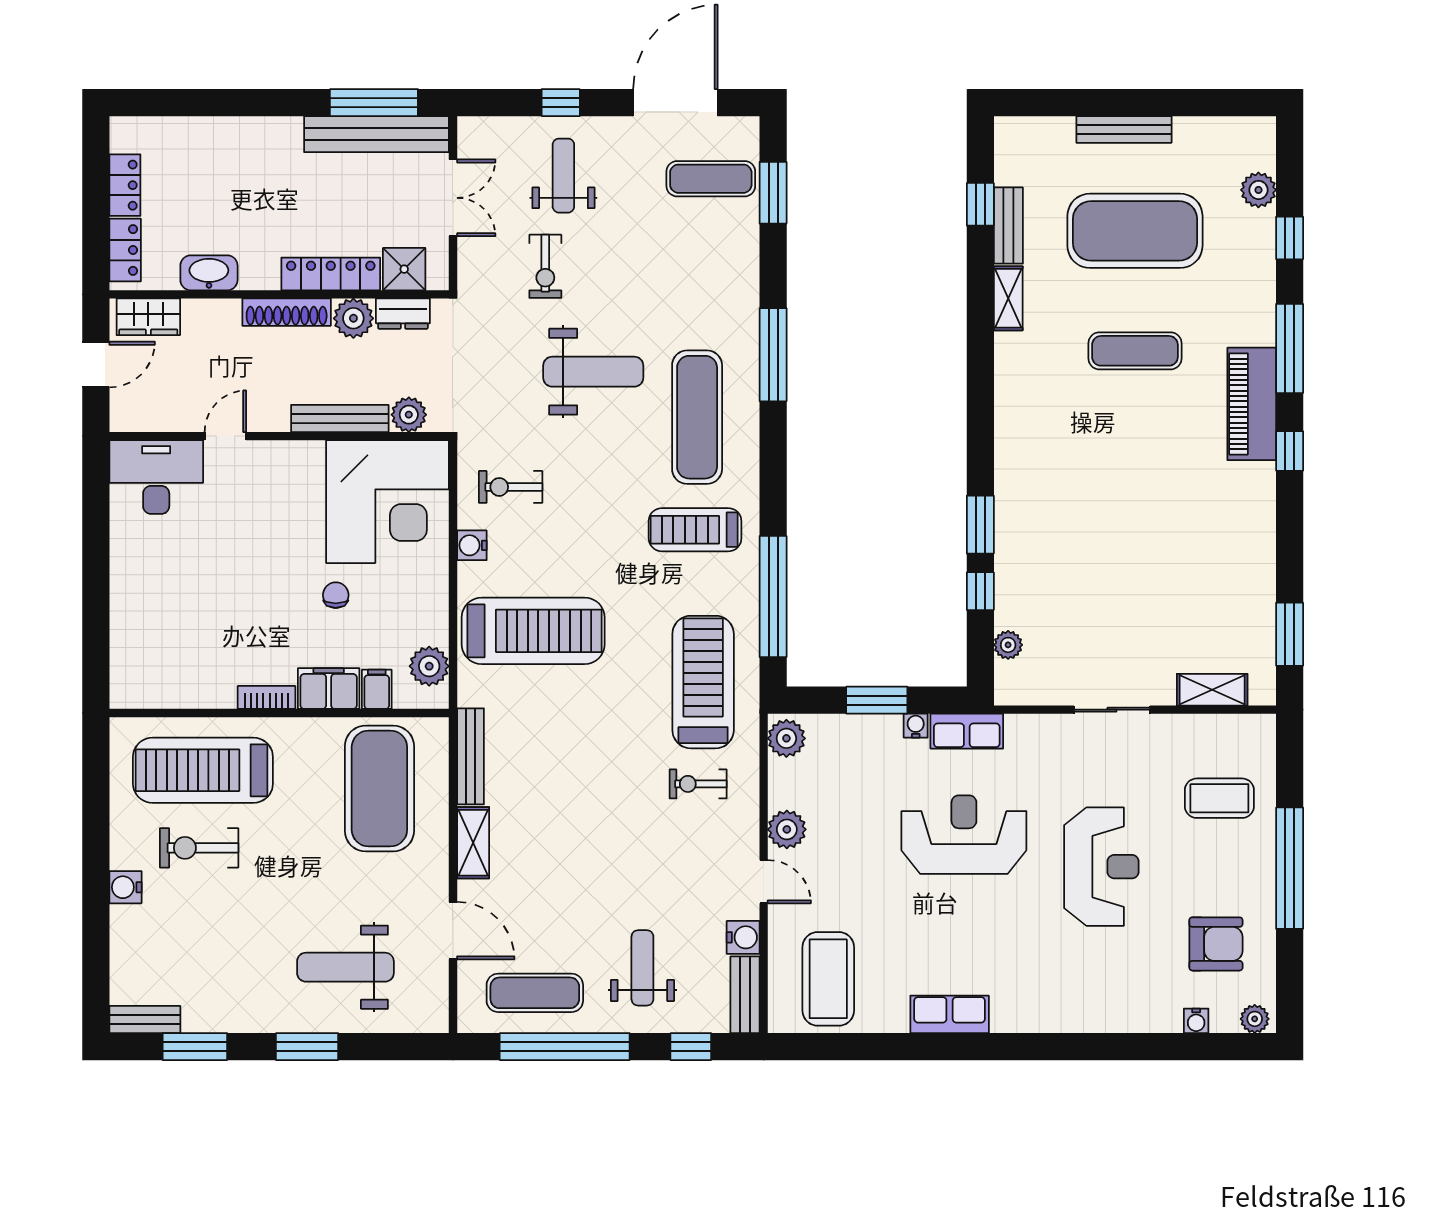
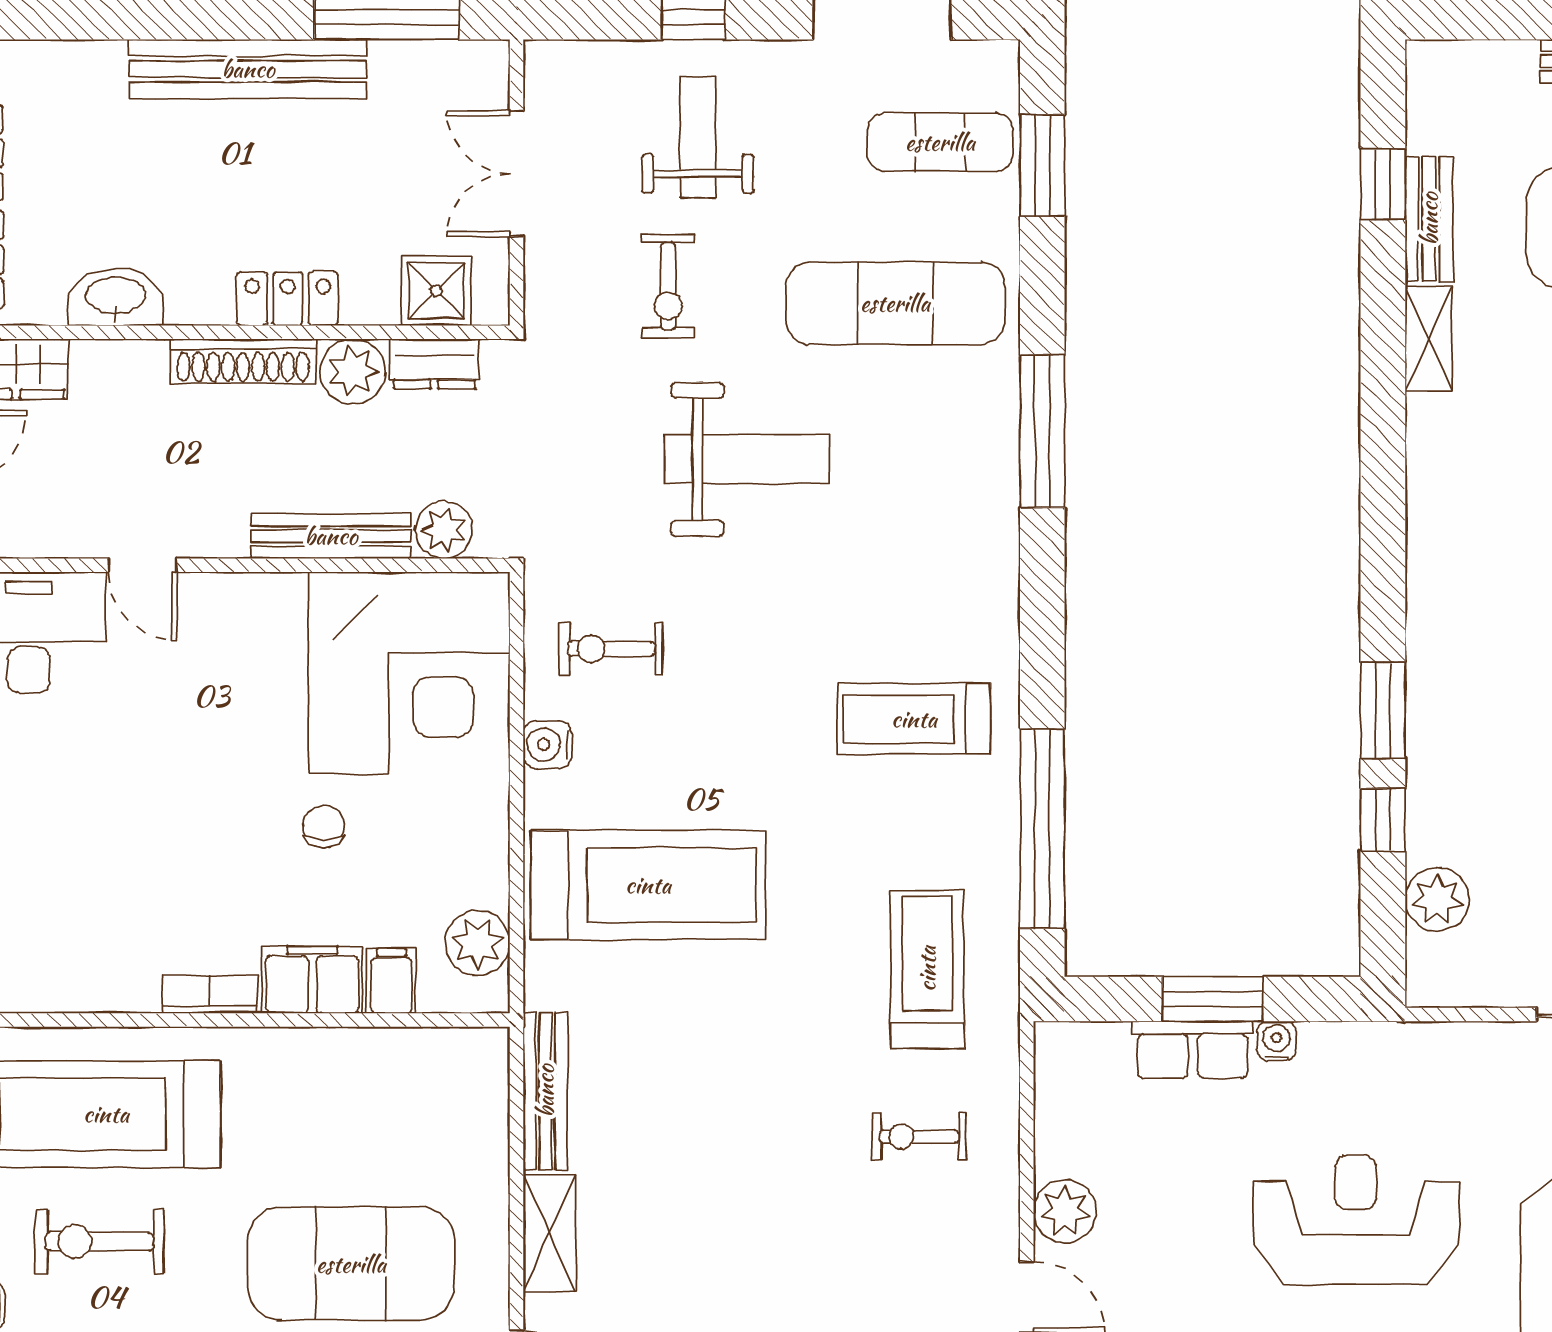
bench: (376, 134) -> (248, 69), moved
double door: (453, 198) -> (516, 174), swing flipped
locker: (331, 274) -> (288, 299), width x0.66
exercise mat: (697, 417) -> (895, 303), moved, turned 90
door: (225, 436) -> (143, 565), swing flipped
plant: (1008, 645) -> (1437, 899), width x1.38, depth x1.38
treadmill: (703, 682) -> (927, 969), width x0.73, depth x0.73
row of seats: (967, 731) -> (1193, 1050), moved
plant: (786, 738) -> (1064, 1062), removed
exercise mat: (379, 788) -> (351, 1264), moved, turned 90

